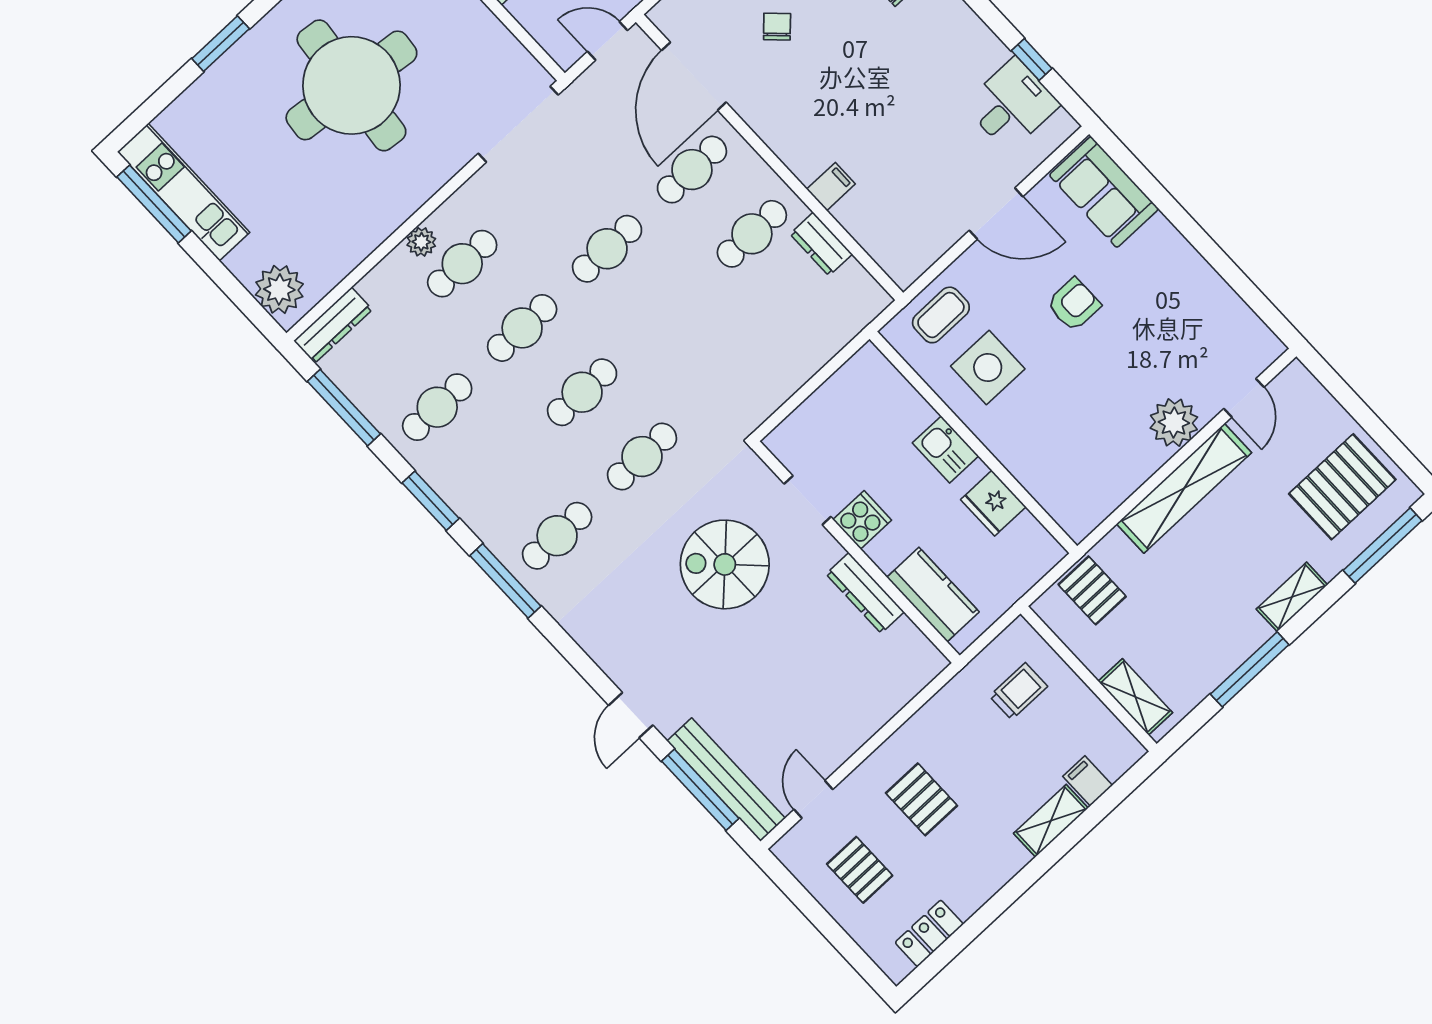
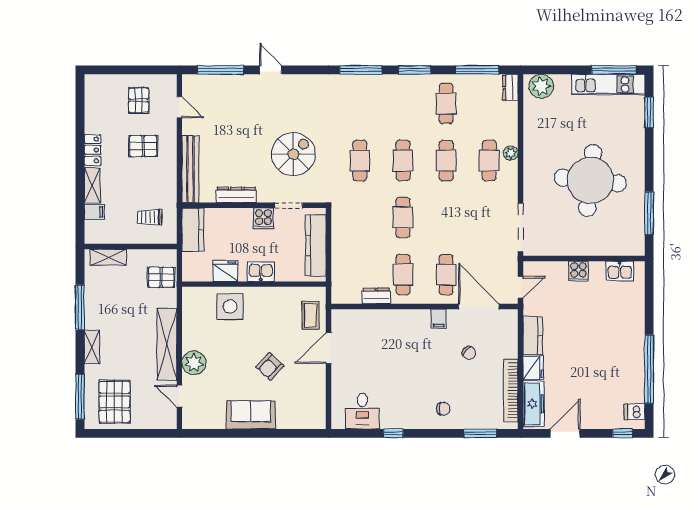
window: (221, 44) -> (649, 112), moved
window: (1032, 60) -> (393, 433), moved
filing cabinet: (831, 187) -> (439, 319), moved
sofa: (1104, 192) -> (251, 415), moved
door: (996, 213) -> (329, 348), moved
cafe table: (607, 249) -> (403, 218), moved
armchair: (1074, 304) -> (270, 366), turned 43
dresser: (333, 325) -> (510, 88), width x0.70
side table: (988, 368) -> (230, 306), moved
kitchen counter: (830, 404) -> (316, 245), added
cafe table: (557, 536) -> (360, 104), removed
kitchen counter: (933, 595) -> (193, 230), moved, turned -90
trolley: (1018, 691) -> (150, 217), turned 90
bench: (726, 780) -> (190, 169), moved, turned 90
pallet: (860, 870) -> (139, 100), turned 90
locker: (929, 933) -> (93, 150), moved

